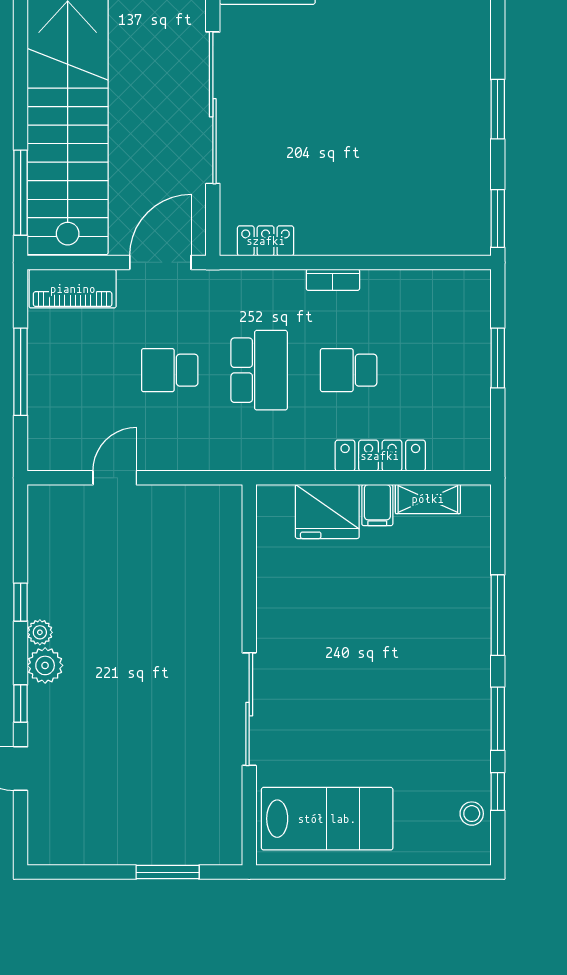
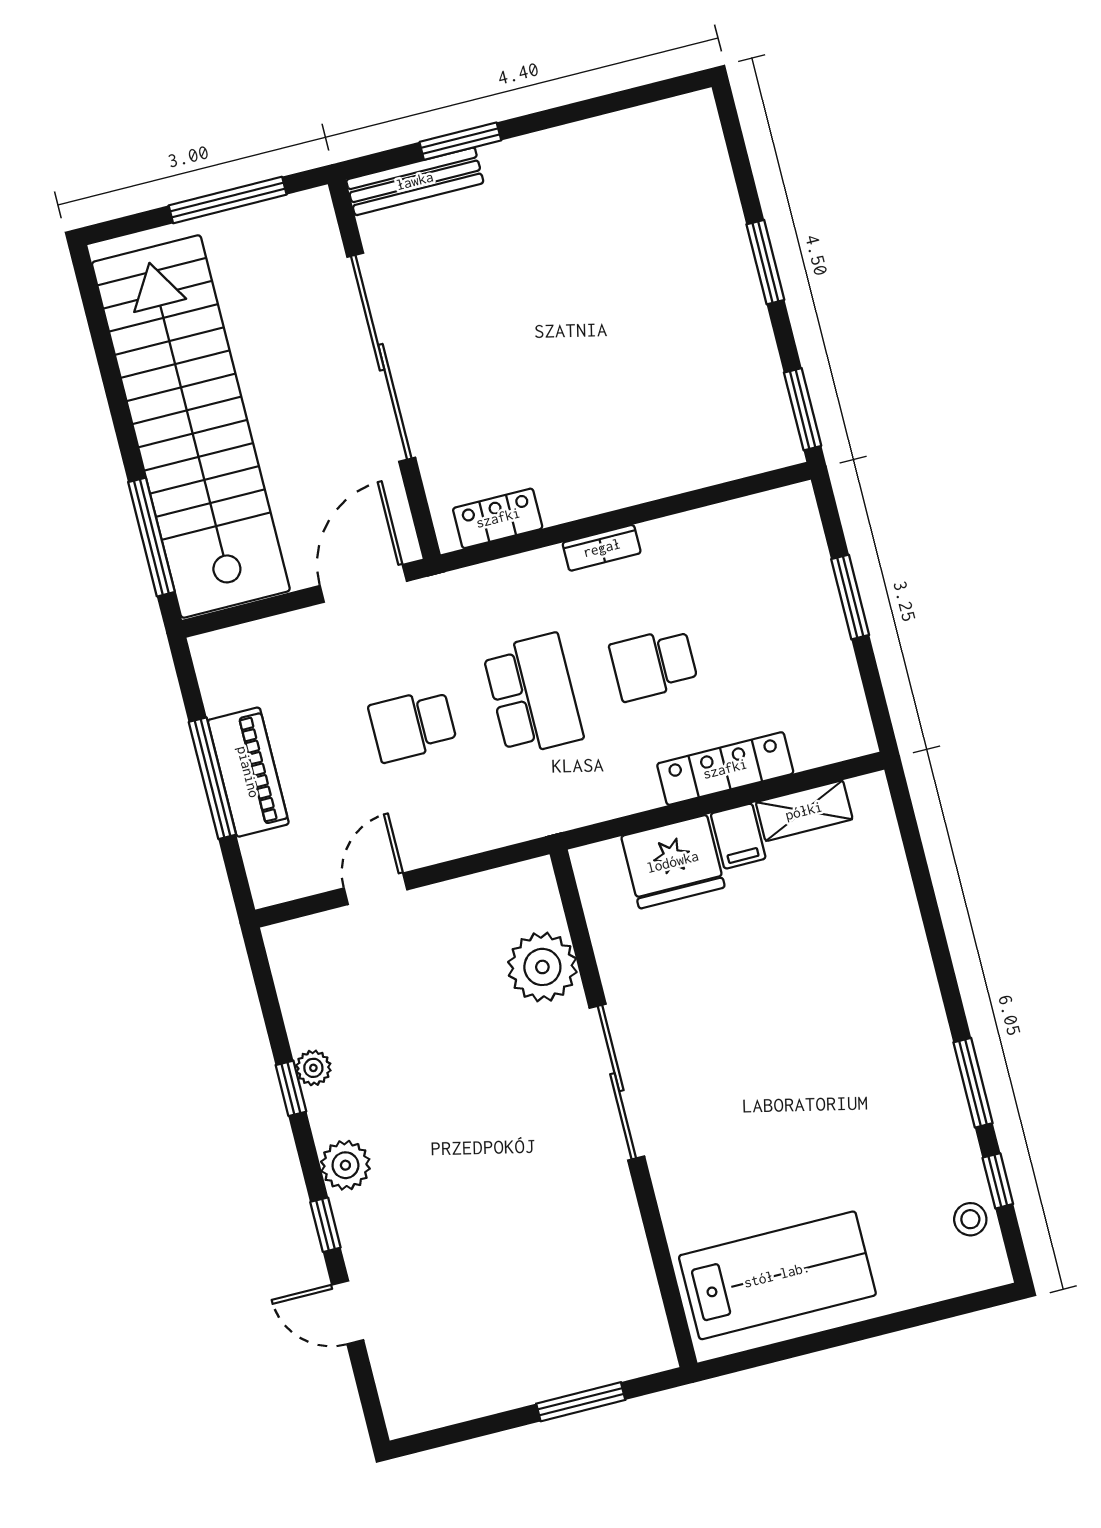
piano: (73, 289) -> (248, 772), moved, turned -90
plant: (218, 562) -> (542, 967), added
window: (498, 615) -> (938, 943), removed
plant: (40, 632) -> (313, 1068), moved
sliding door: (249, 709) -> (617, 1082), moved

